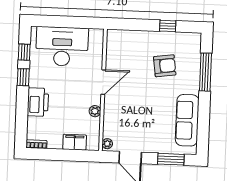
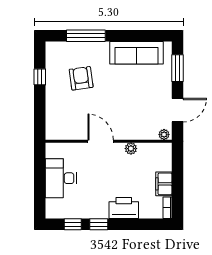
desk: (62, 46) -> (61, 178), width x0.73, depth x0.77
filing cabinet: (75, 142) -> (164, 184), moved

